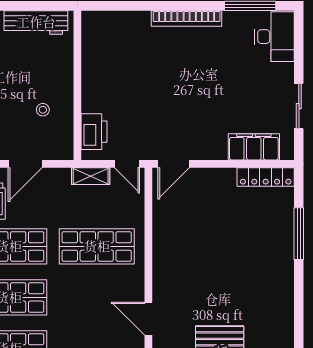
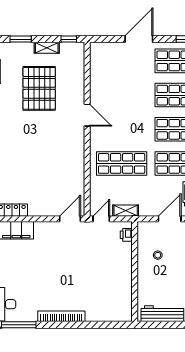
printer: (94, 132) -> (126, 235), width x0.53, depth x0.68
door: (127, 164) -> (101, 219), hinge flipped

